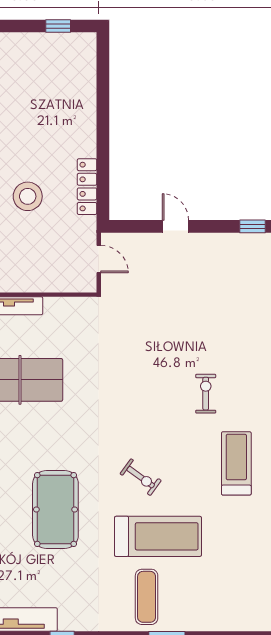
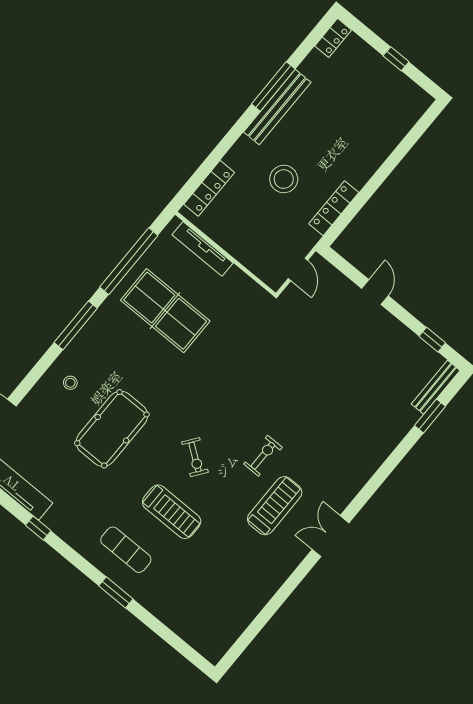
window: (58, 26) -> (396, 59), moved
exercise bike: (206, 394) -> (263, 456), moved
treadmill: (158, 536) -> (172, 512), width x0.73, depth x0.73
exercise mat: (147, 597) -> (126, 550), turned 90

